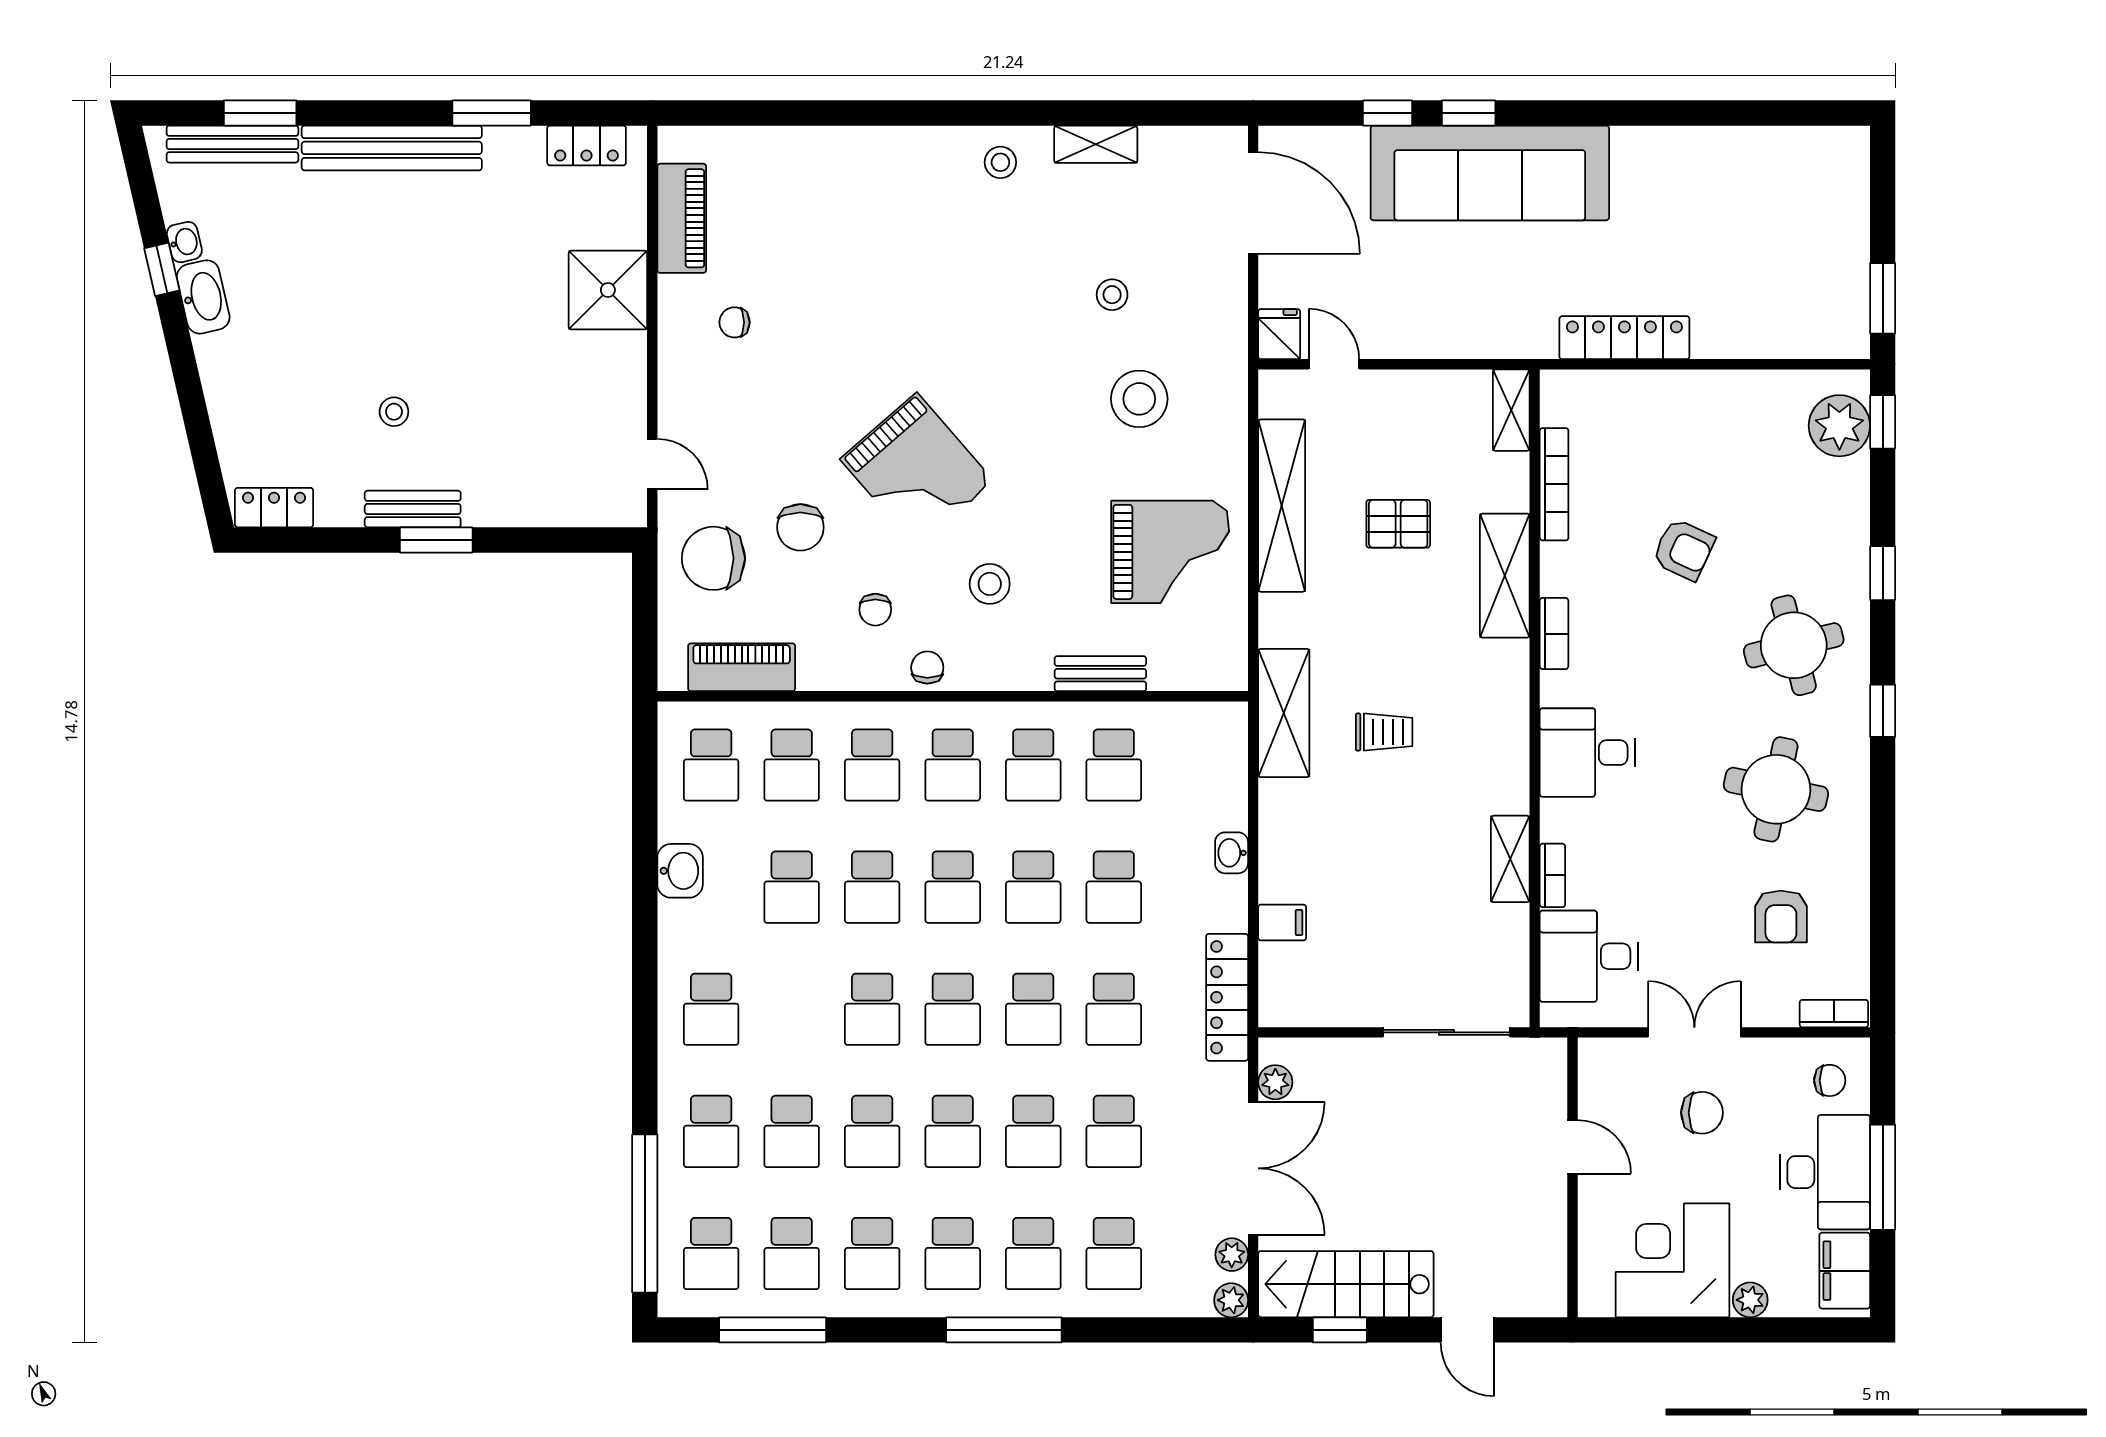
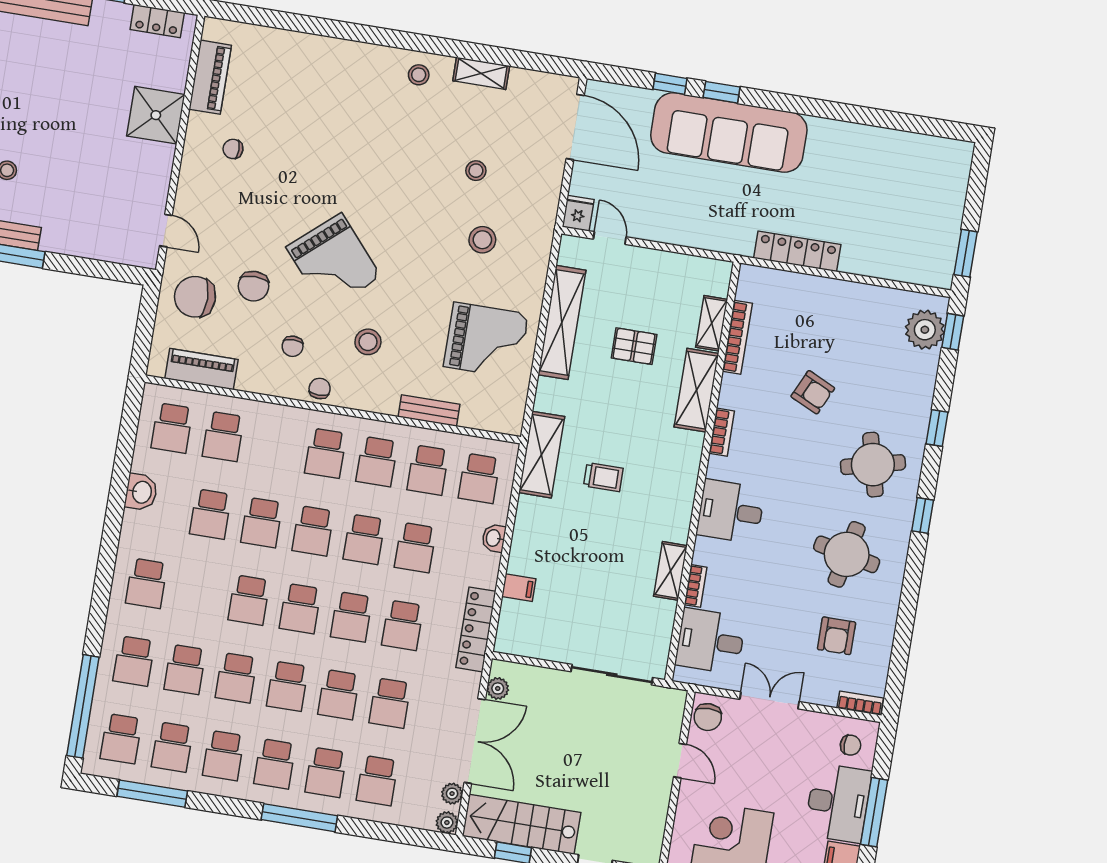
stool: (1139, 399) -> (482, 240), width x0.73, depth x0.73
shelving: (1511, 410) -> (712, 323), moved
school desk: (872, 765) -> (479, 478), moved
chair: (1702, 1113) -> (708, 717), moved, turned 90

